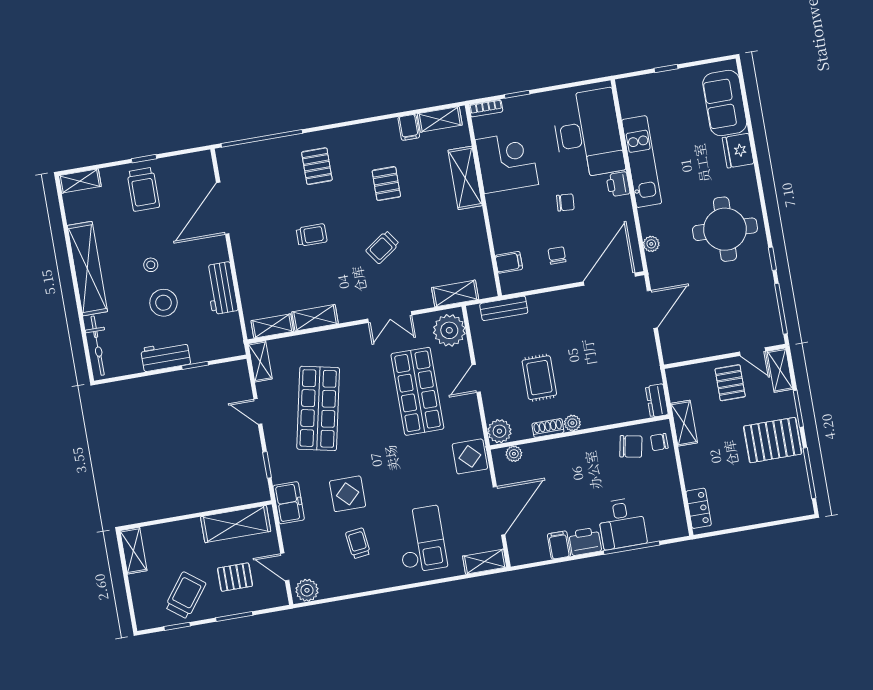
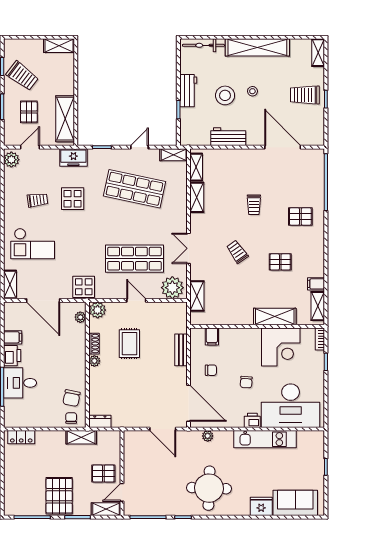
bench: (504, 308) -> (181, 350), moved
rug: (539, 378) -> (129, 344), turned 90

